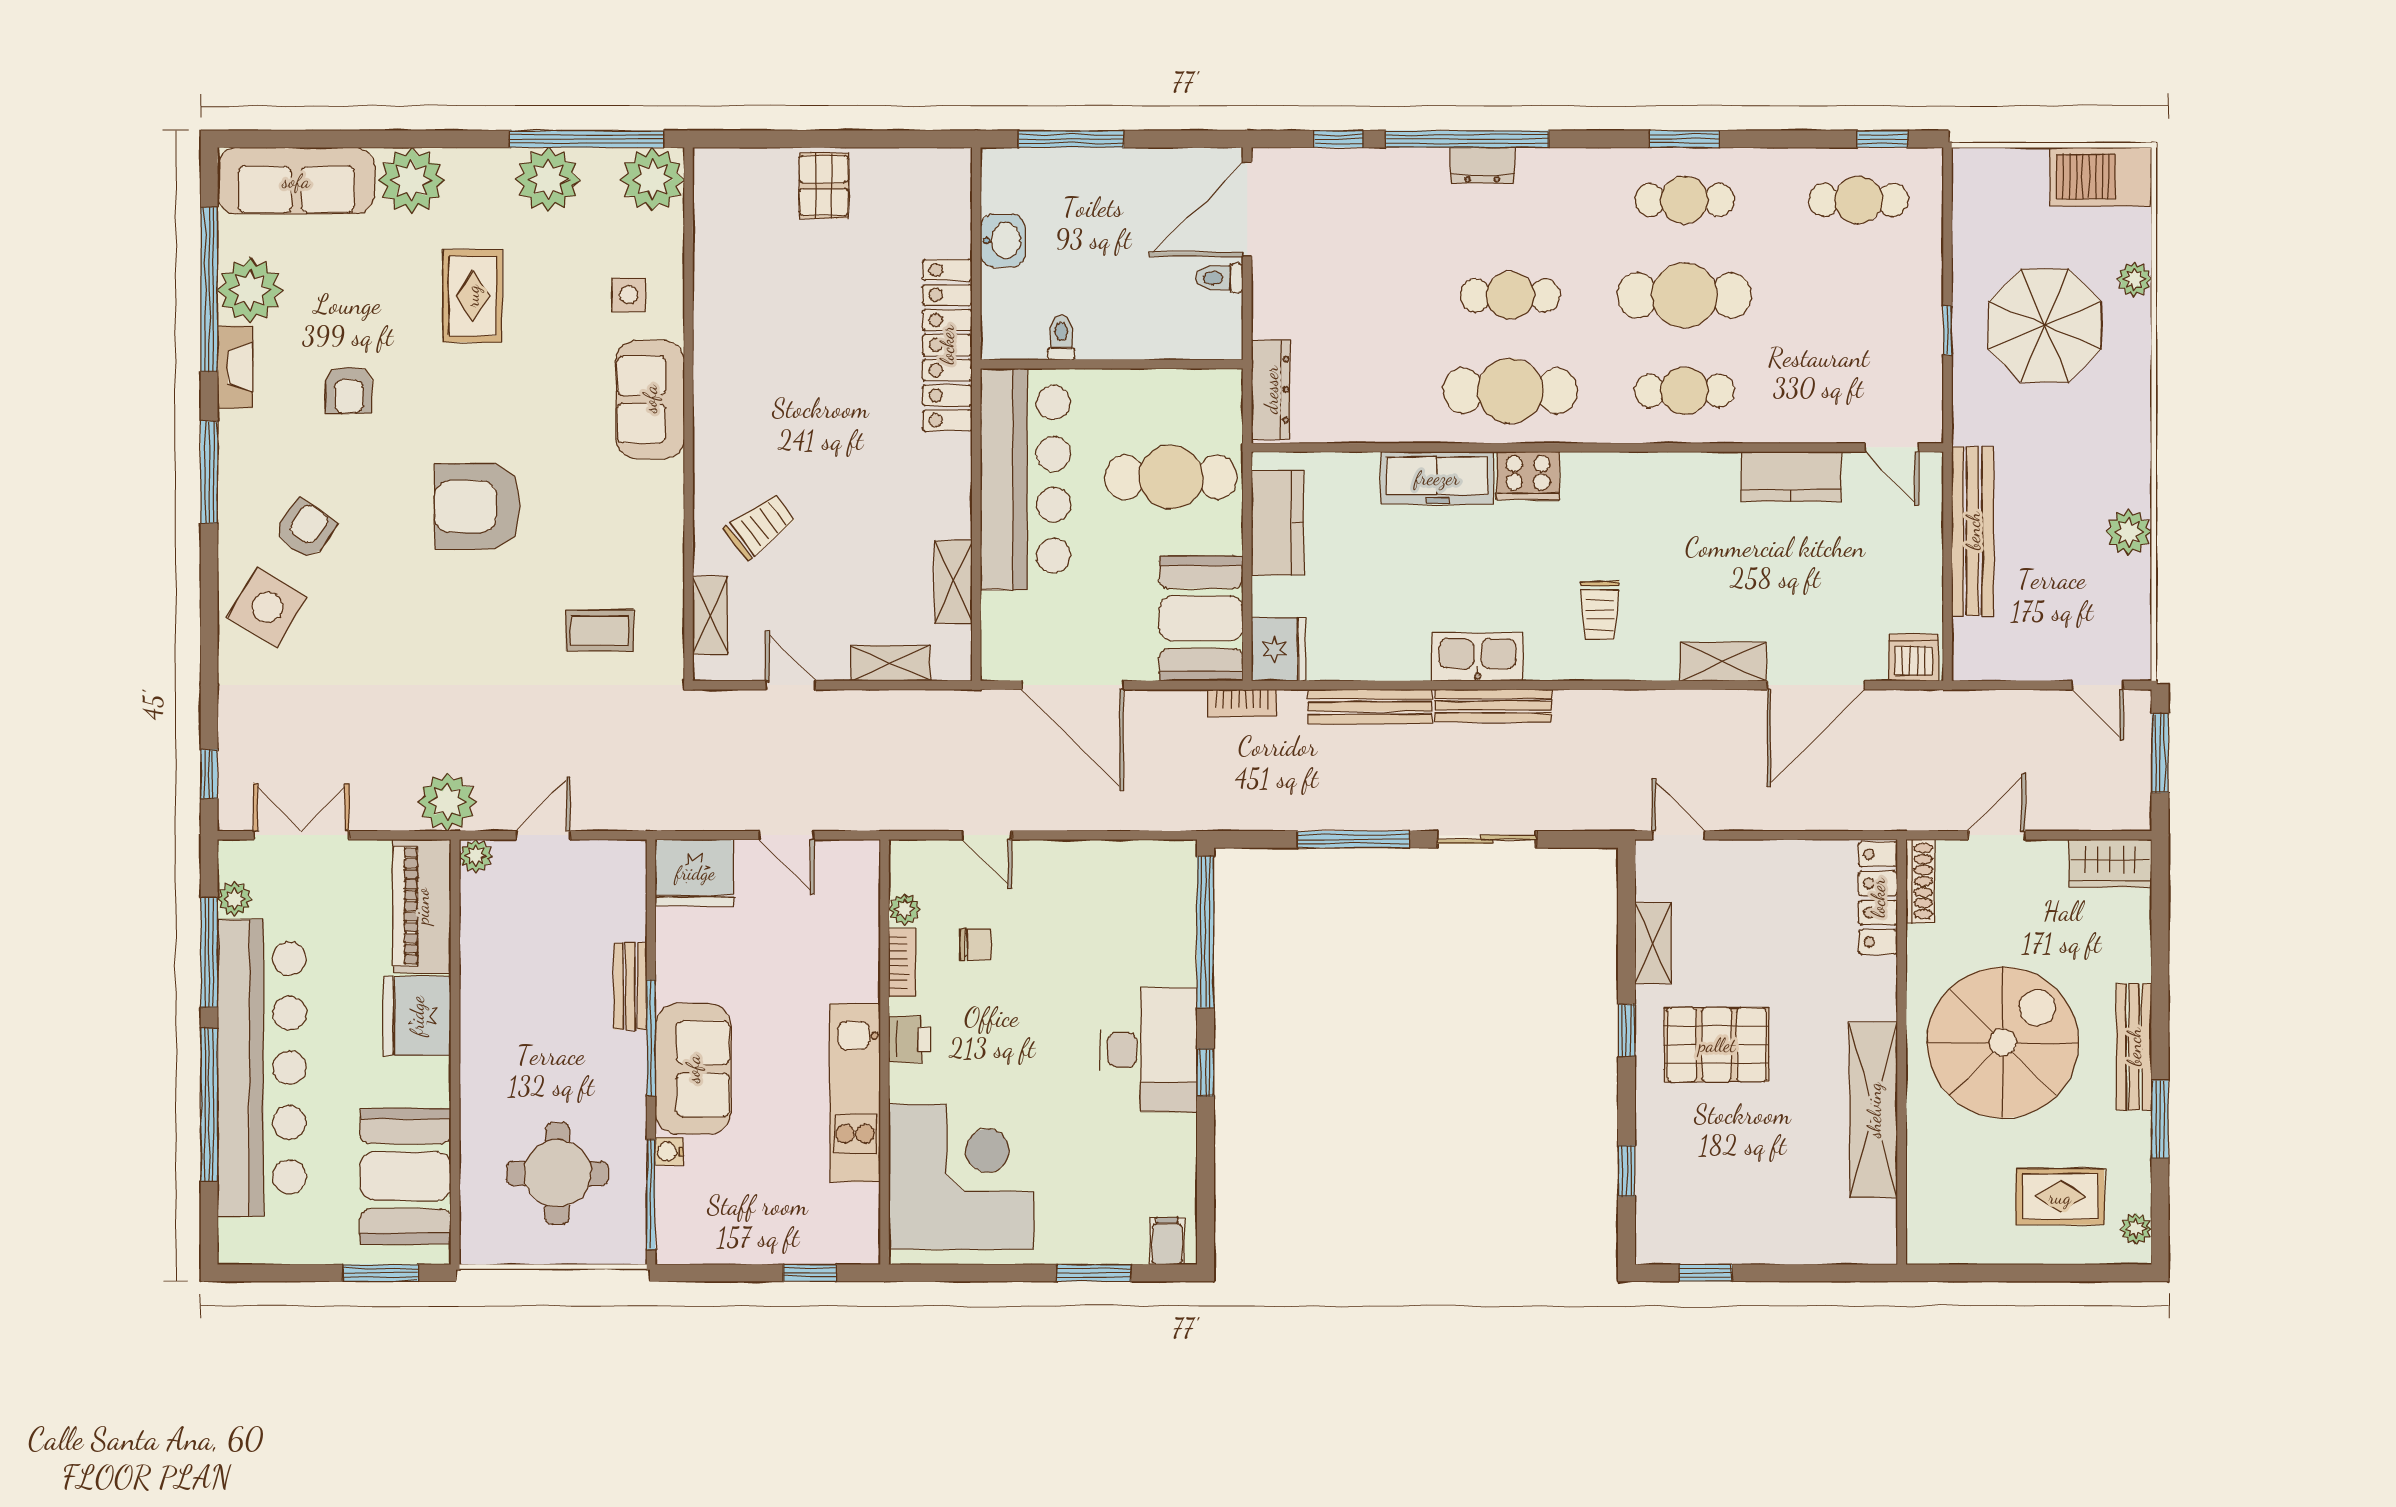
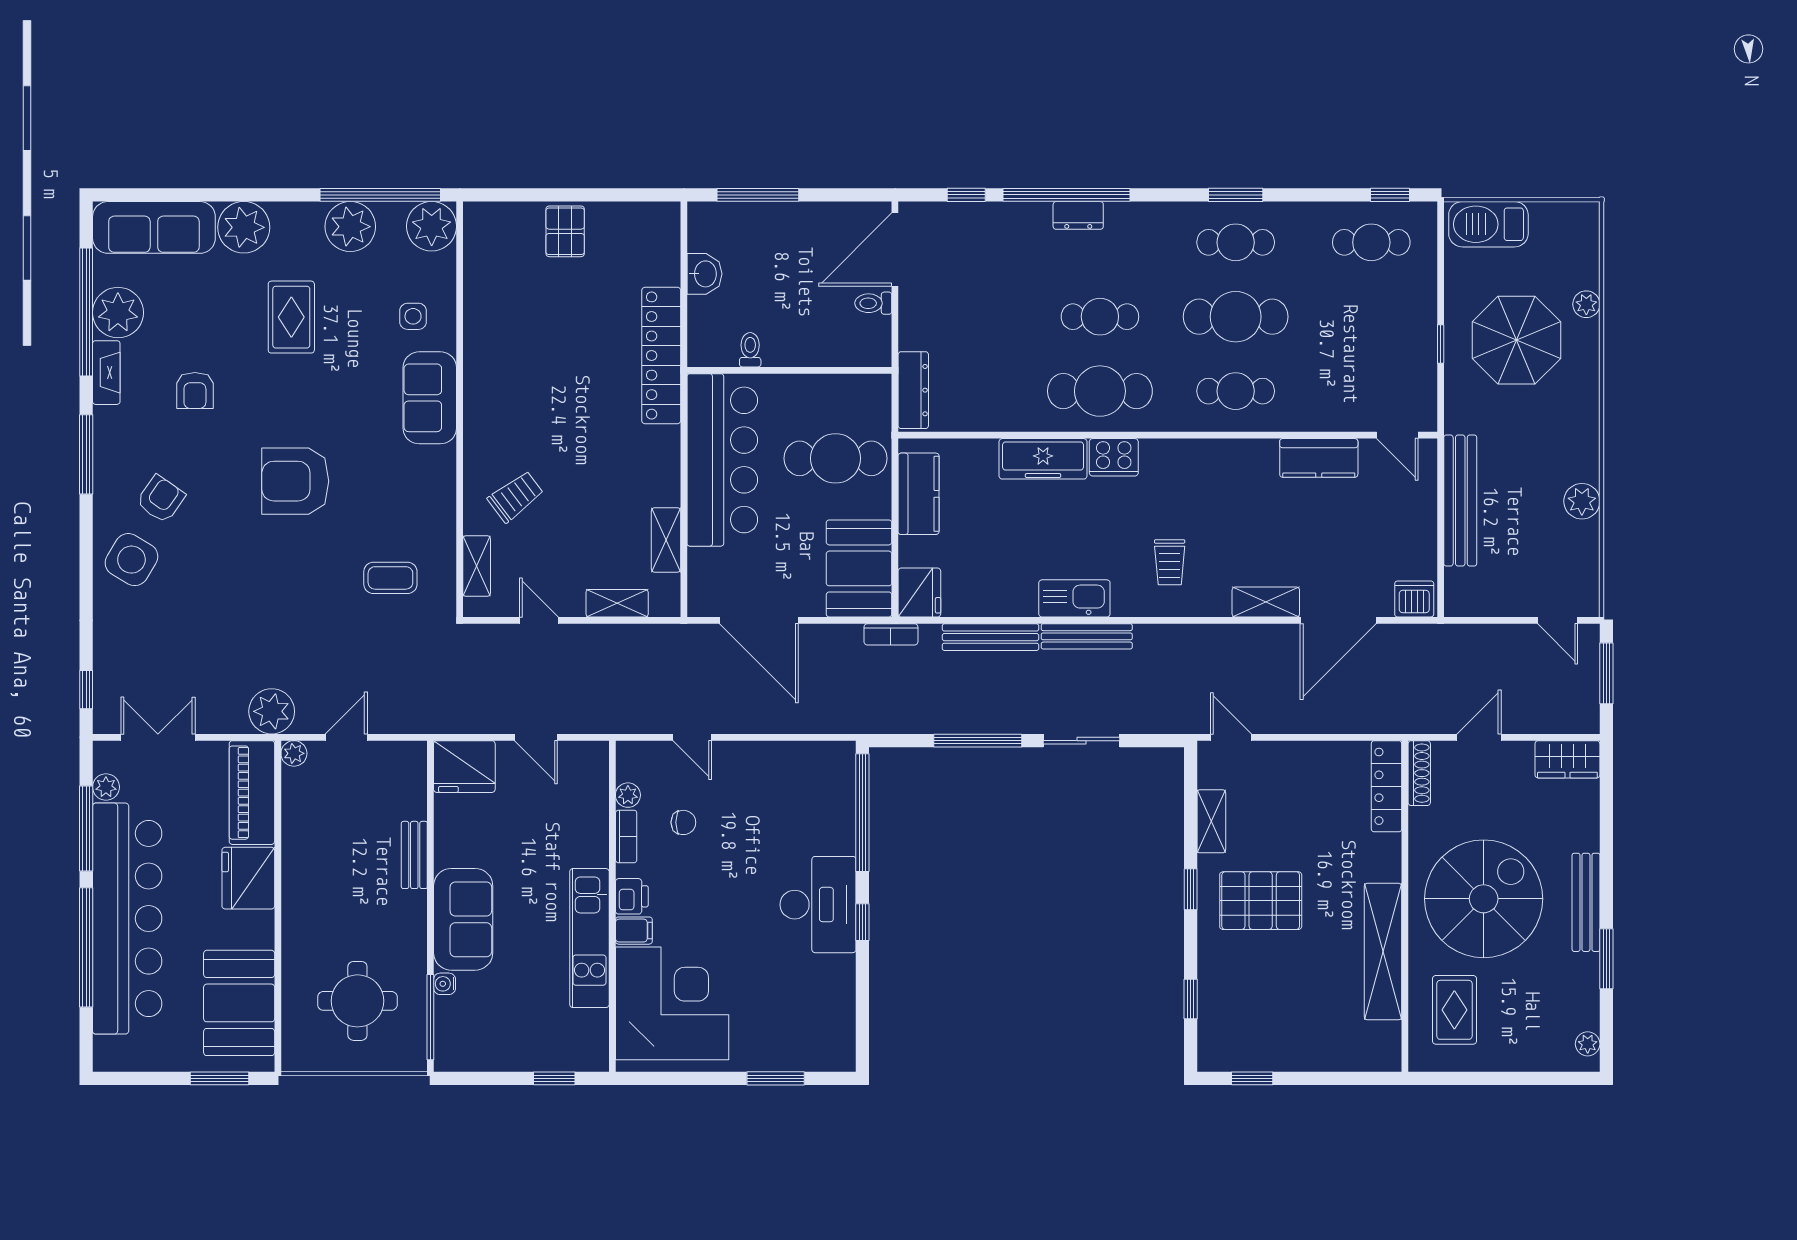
barbecue: (2101, 177) -> (1488, 224), moved
window: (651, 1038) -> (430, 895), removed
rug: (2060, 1197) -> (1454, 1010), moved, turned 90
filing cabinet: (1167, 1241) -> (634, 931), moved, turned 90

